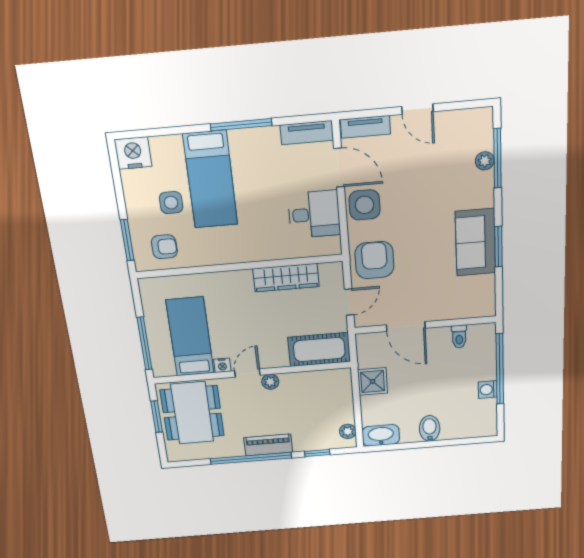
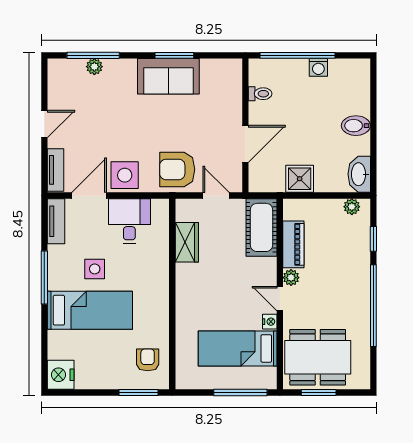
side table: (171, 203) -> (95, 269), moved
wardrobe: (286, 278) -> (187, 242), width x0.67
piano: (268, 445) -> (293, 244), moved, turned 180

